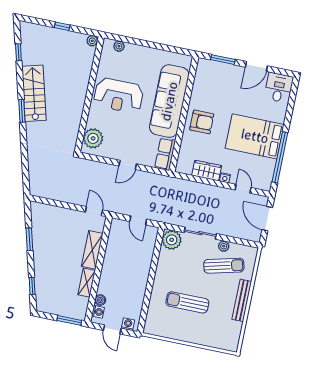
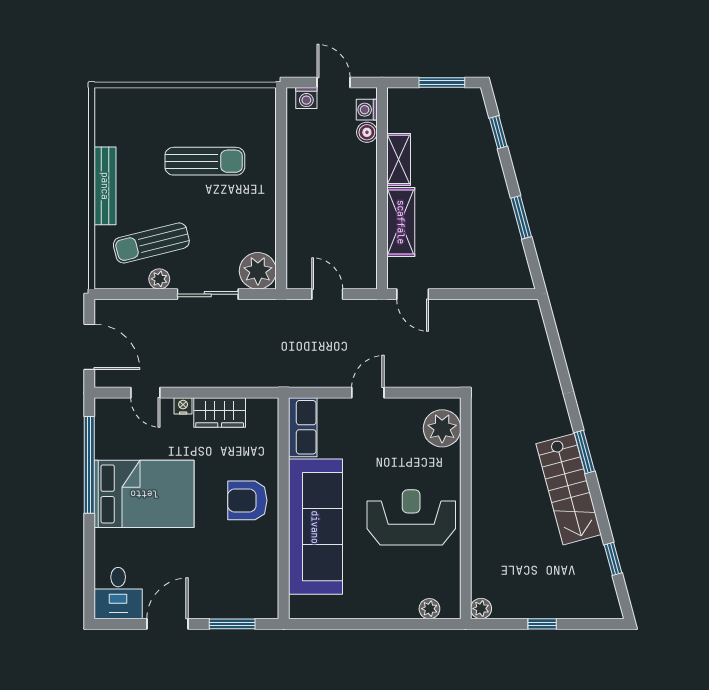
window: (69, 320) -> (442, 83), moved

